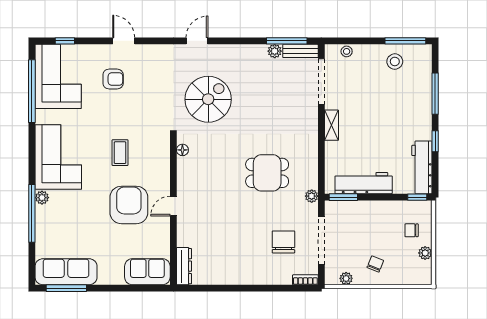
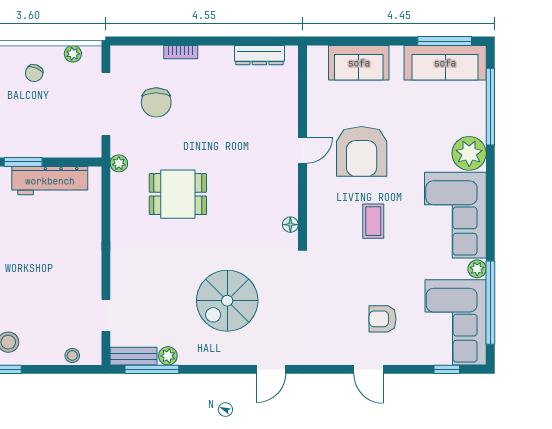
doorway: (321, 82) -> (106, 315), width x0.53
spiral stairs: (208, 99) -> (227, 301), moved
plant: (42, 117) -> (477, 269), added
shelving: (331, 125) -> (92, 258), removed
window: (343, 197) -> (23, 162), moved
plant: (42, 198) -> (469, 153), width x1.88, depth x1.88
window: (32, 213) -> (490, 107), moved
dresser: (184, 266) -> (259, 55), moved, turned -90
sofa: (147, 272) -> (359, 63), moved
bookcase: (305, 280) -> (181, 52), moved

